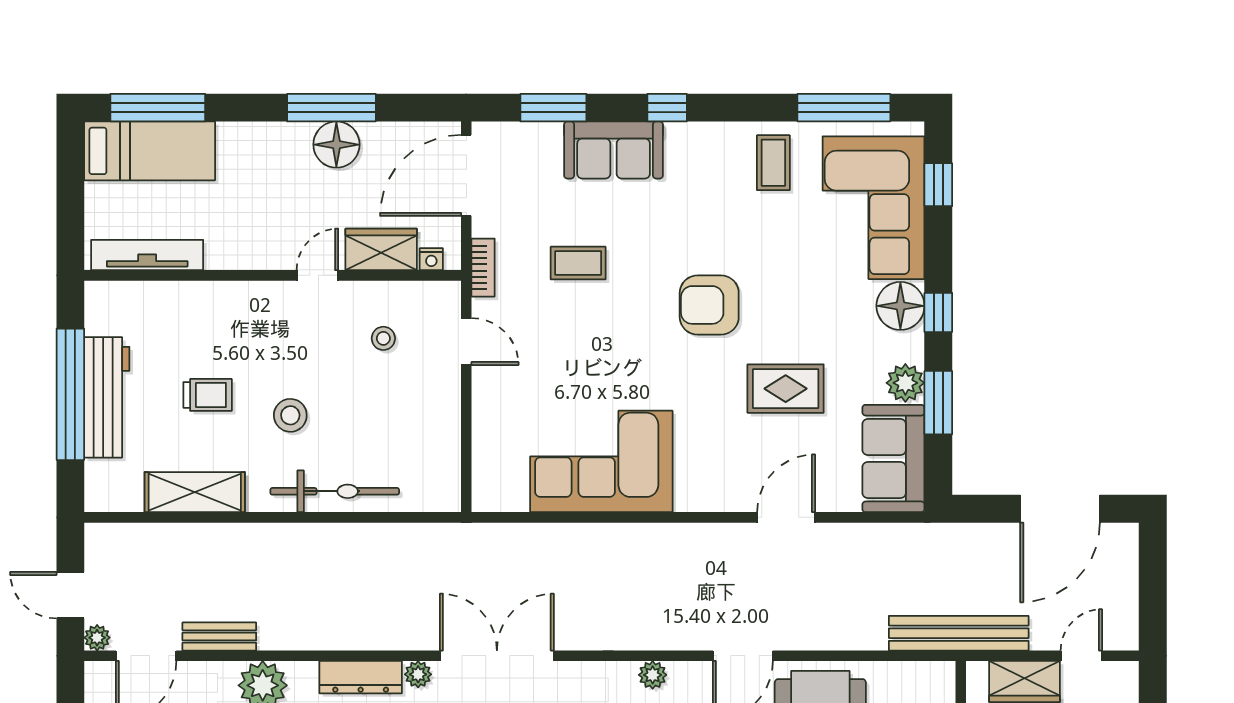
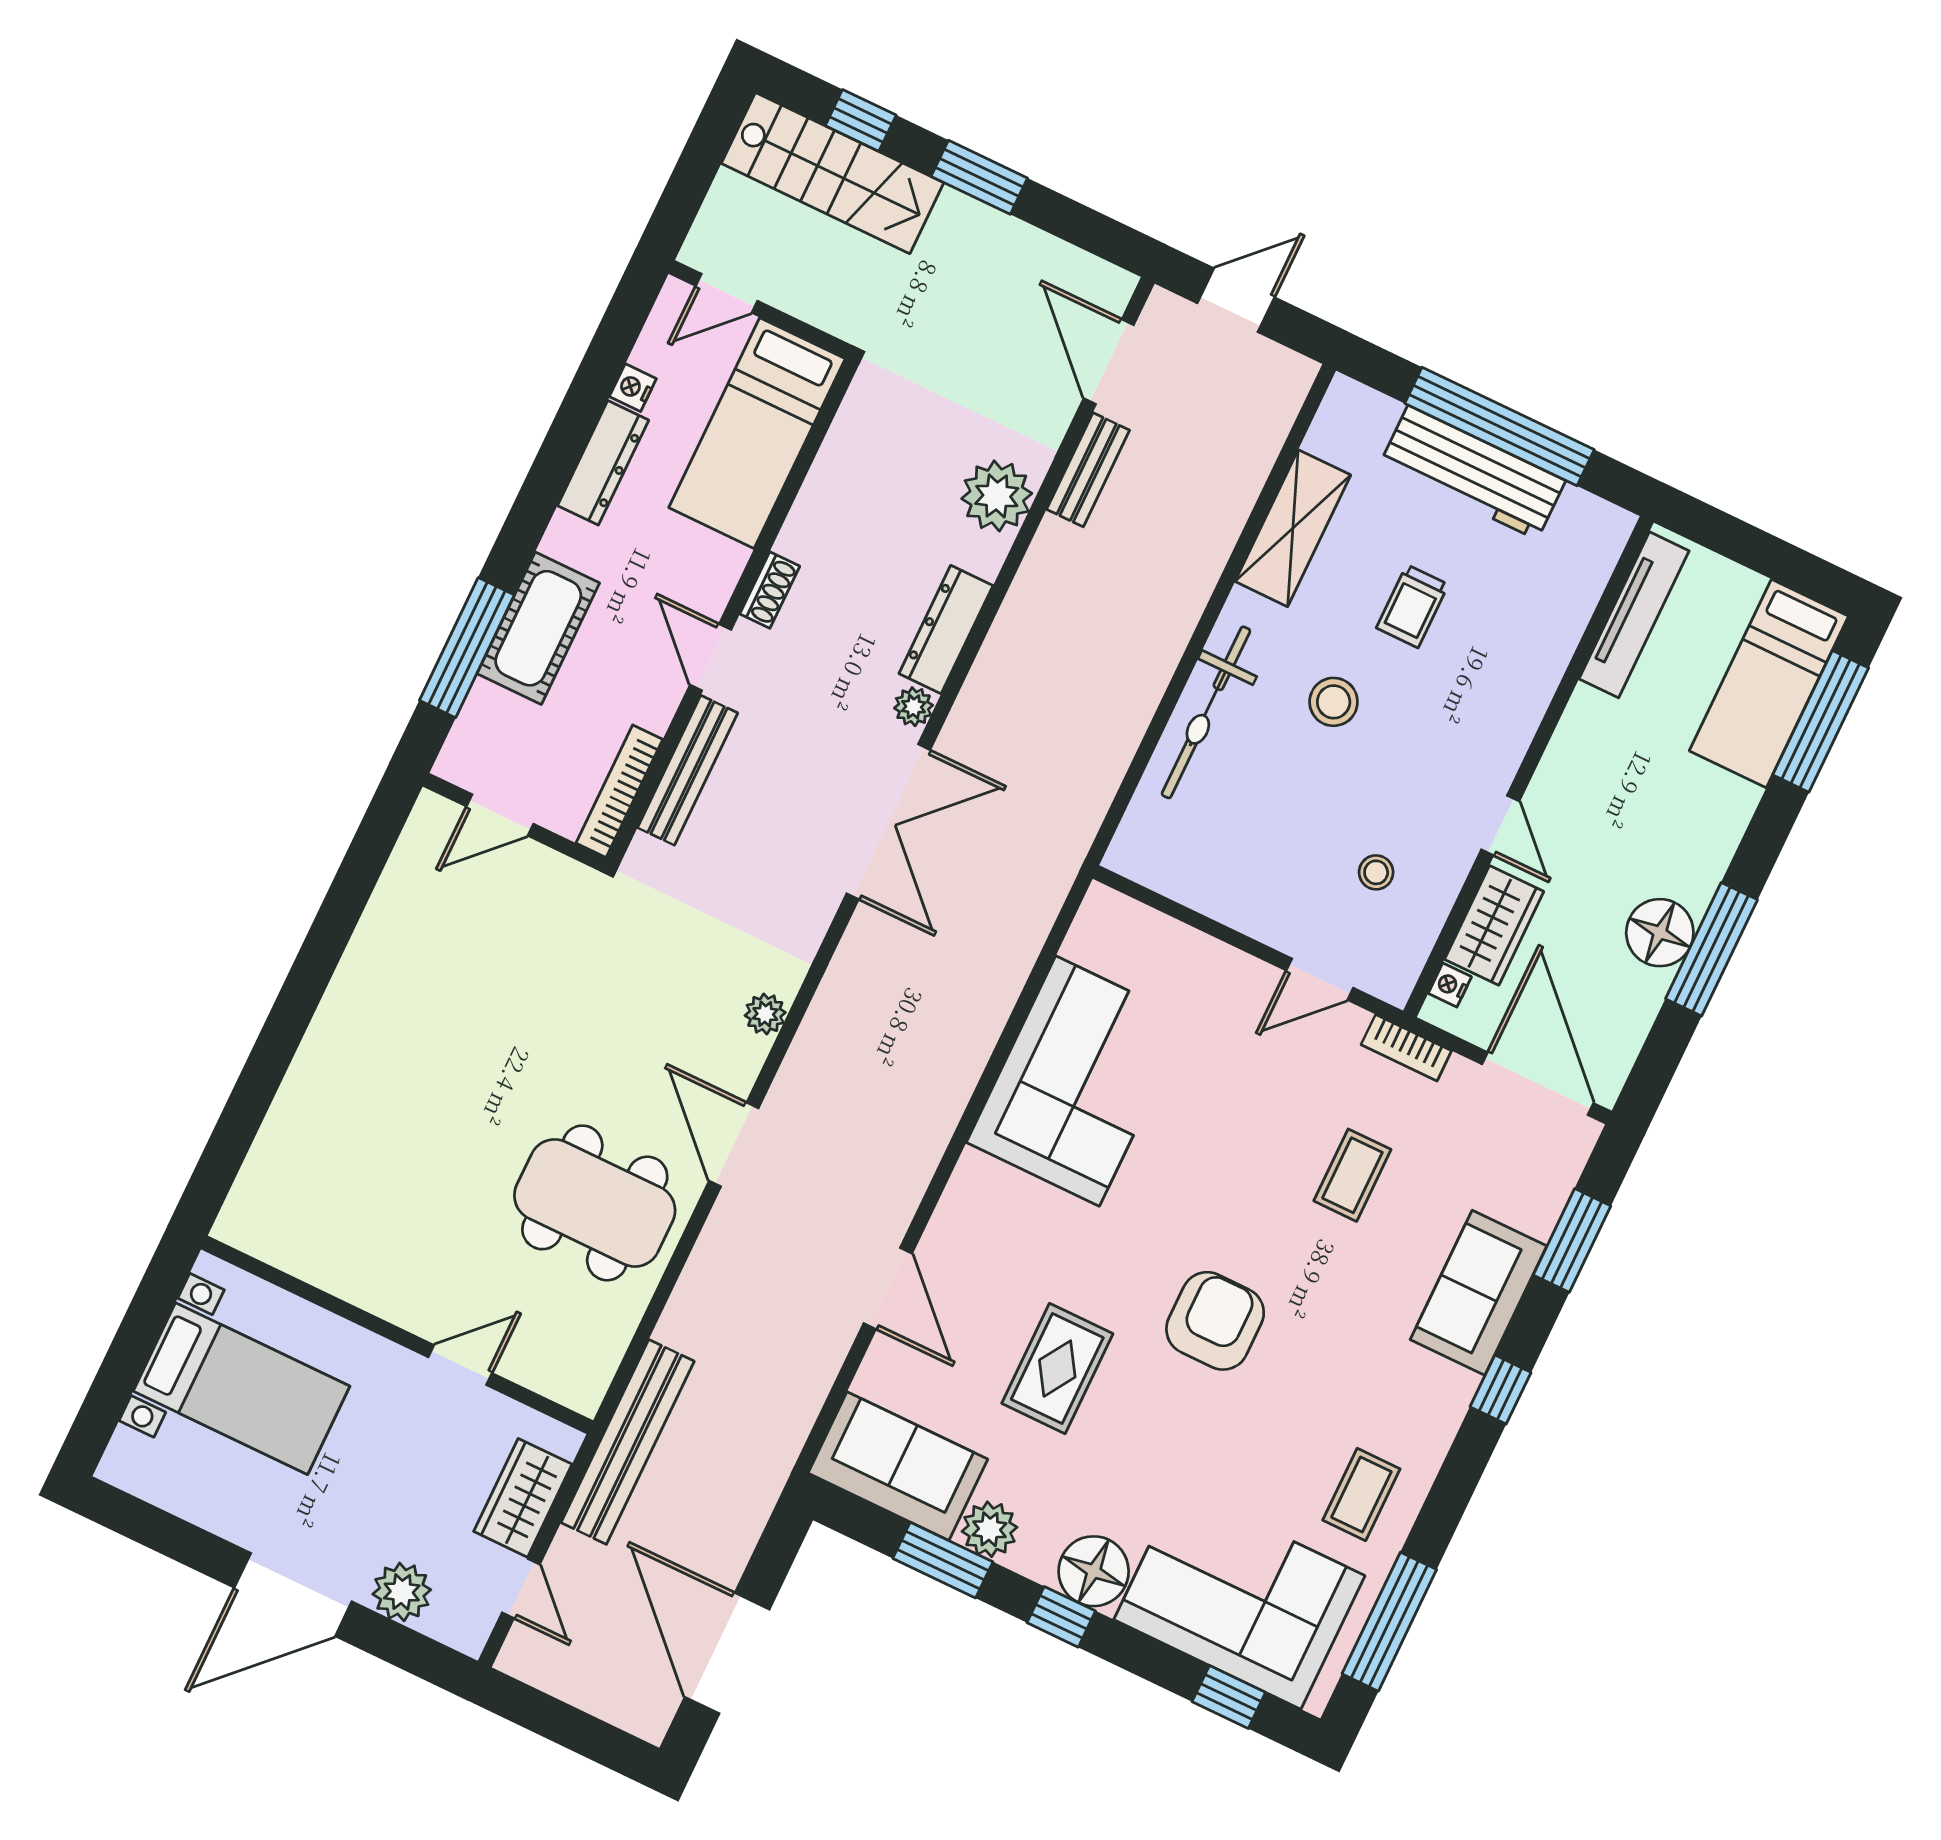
coffee table: (773, 163) -> (1361, 1494), turned 90
plant: (97, 638) -> (1163, 309), removed

